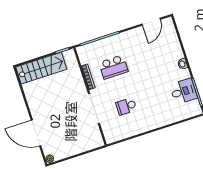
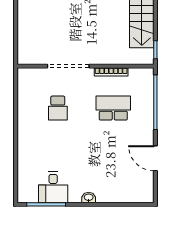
door: (151, 22) -> (155, 158), moved
school desk: (113, 67) -> (113, 108), turned 90
school desk: (126, 106) -> (58, 108), turned 180

